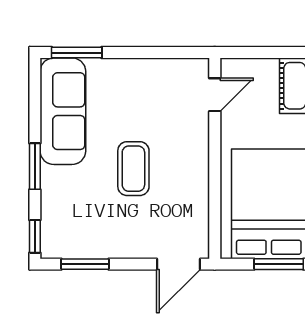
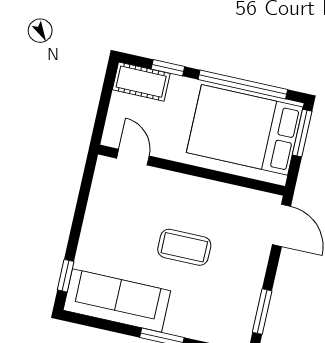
window: (77, 53) -> (66, 276), width x0.67

